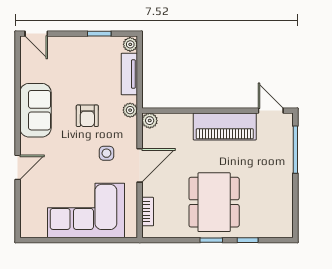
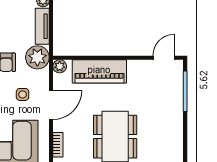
plant: (130, 110) -> (37, 57), width x1.88, depth x1.88
door: (271, 111) -> (164, 58), hinge flipped
piano: (225, 126) -> (99, 71), moved

